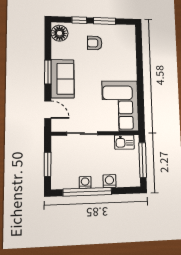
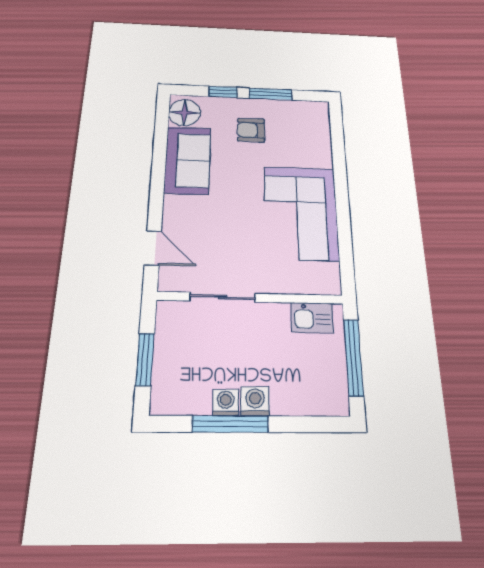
window: (48, 72) -> (158, 178), removed
sofa: (63, 79) -> (188, 160), moved
corner sofa: (120, 106) -> (301, 213), moved
washing machine: (109, 181) -> (255, 401), moved
window: (87, 192) -> (230, 424), width x0.68

